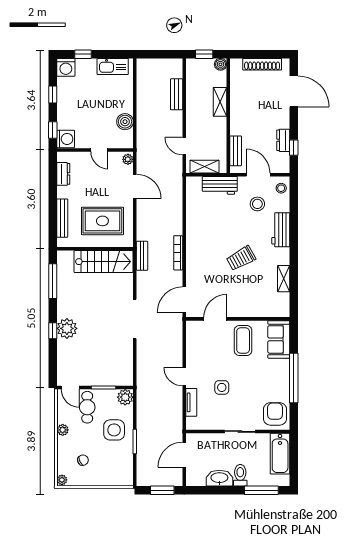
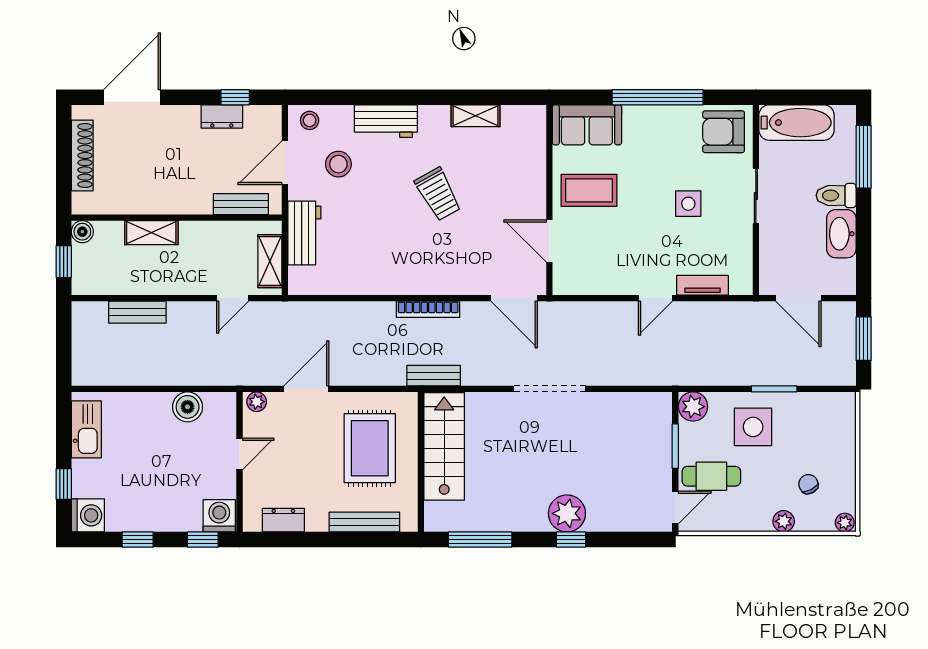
side table: (222, 387) -> (688, 204), moved
plant: (63, 430) -> (784, 521), moved

